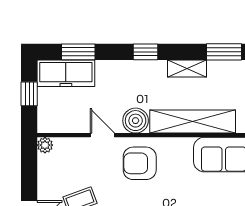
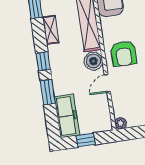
window: (78, 52) -> (48, 92), moved

